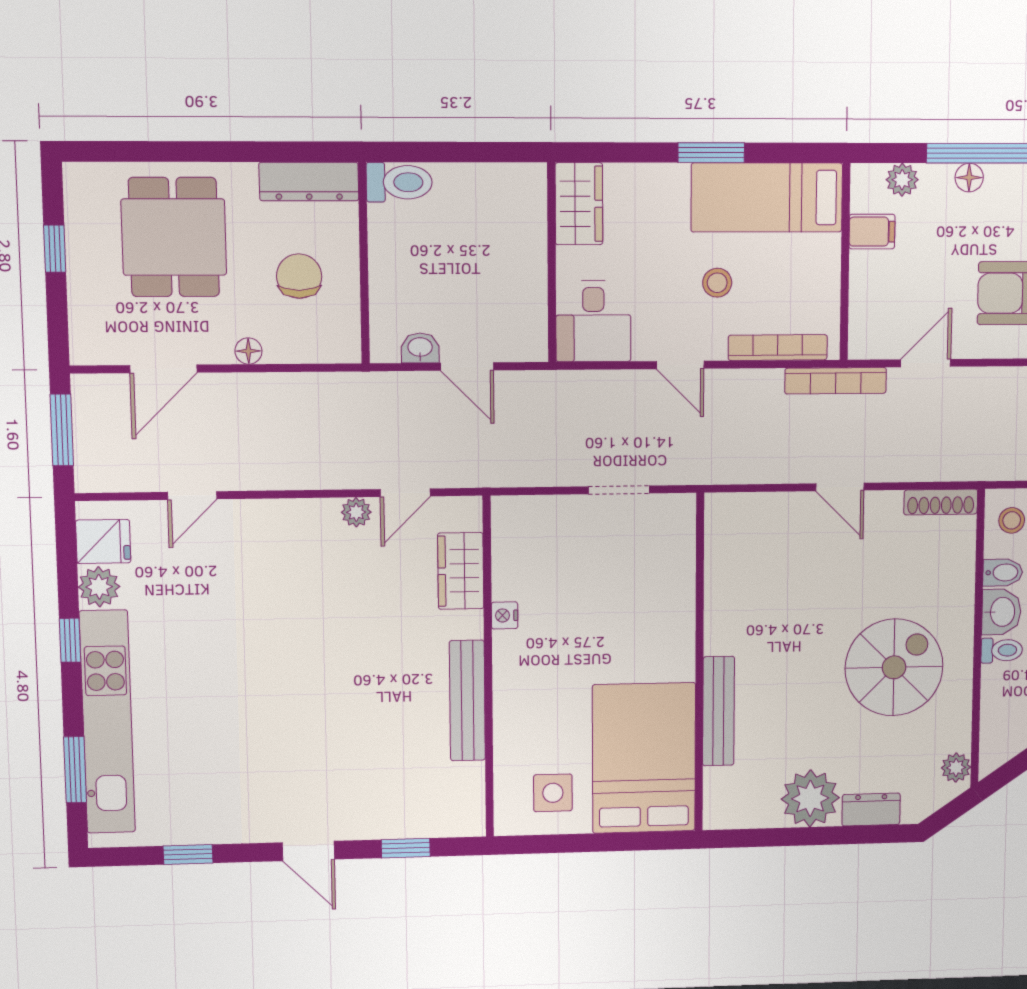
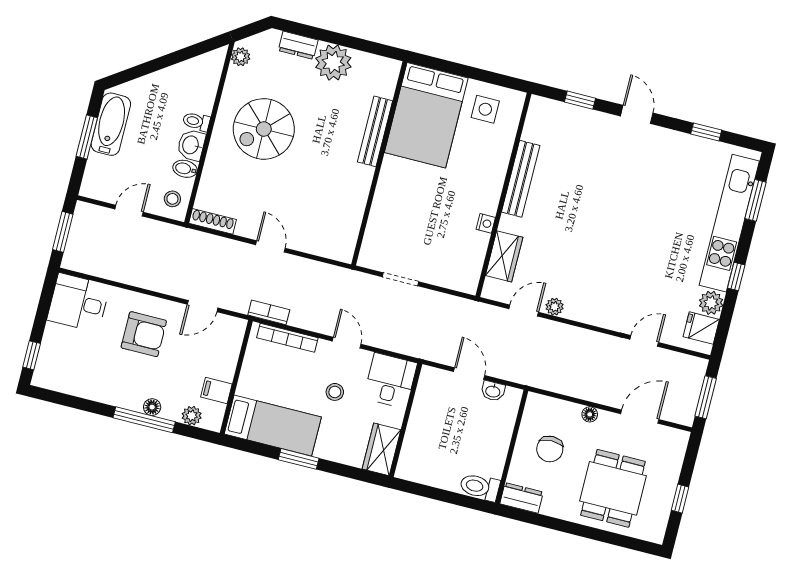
dresser: (309, 181) -> (522, 498), width x0.70
stool: (717, 283) -> (335, 392), moved
bookcase: (836, 381) -> (269, 312), width x0.64

